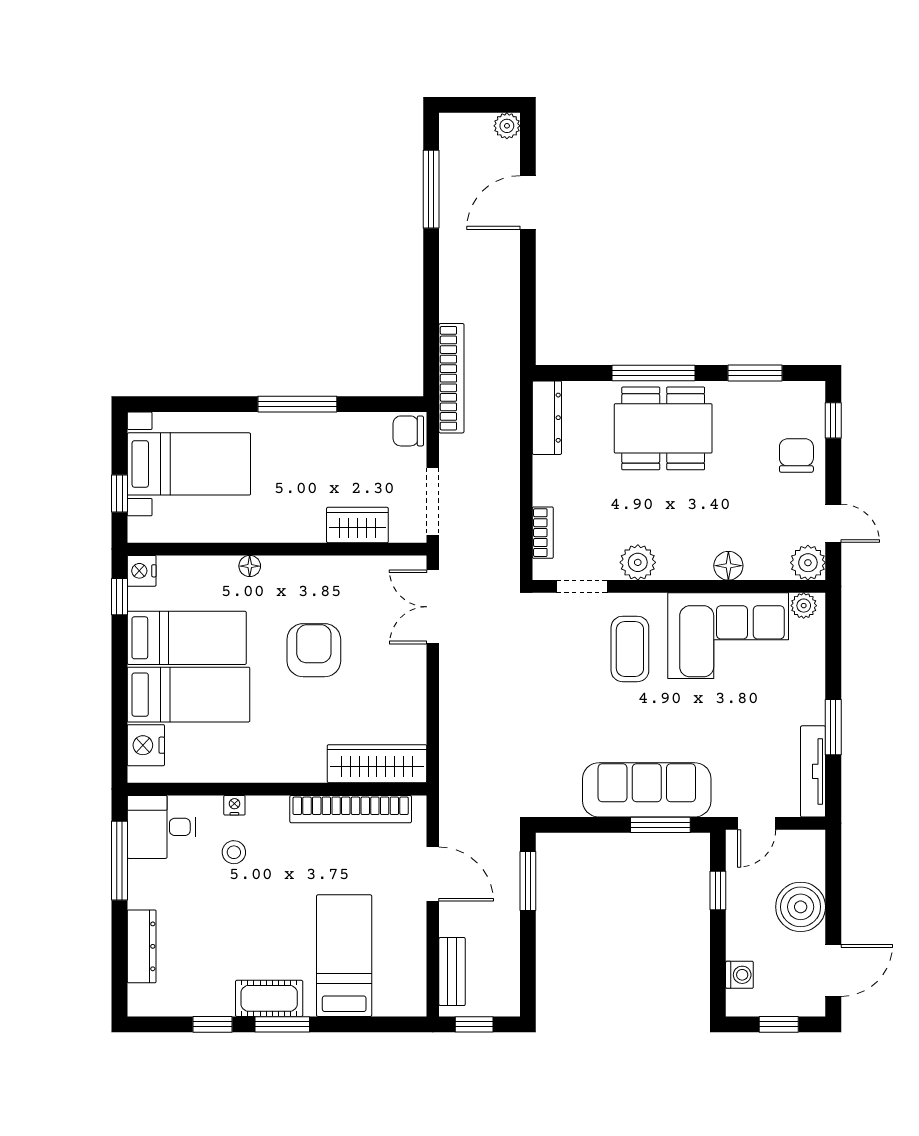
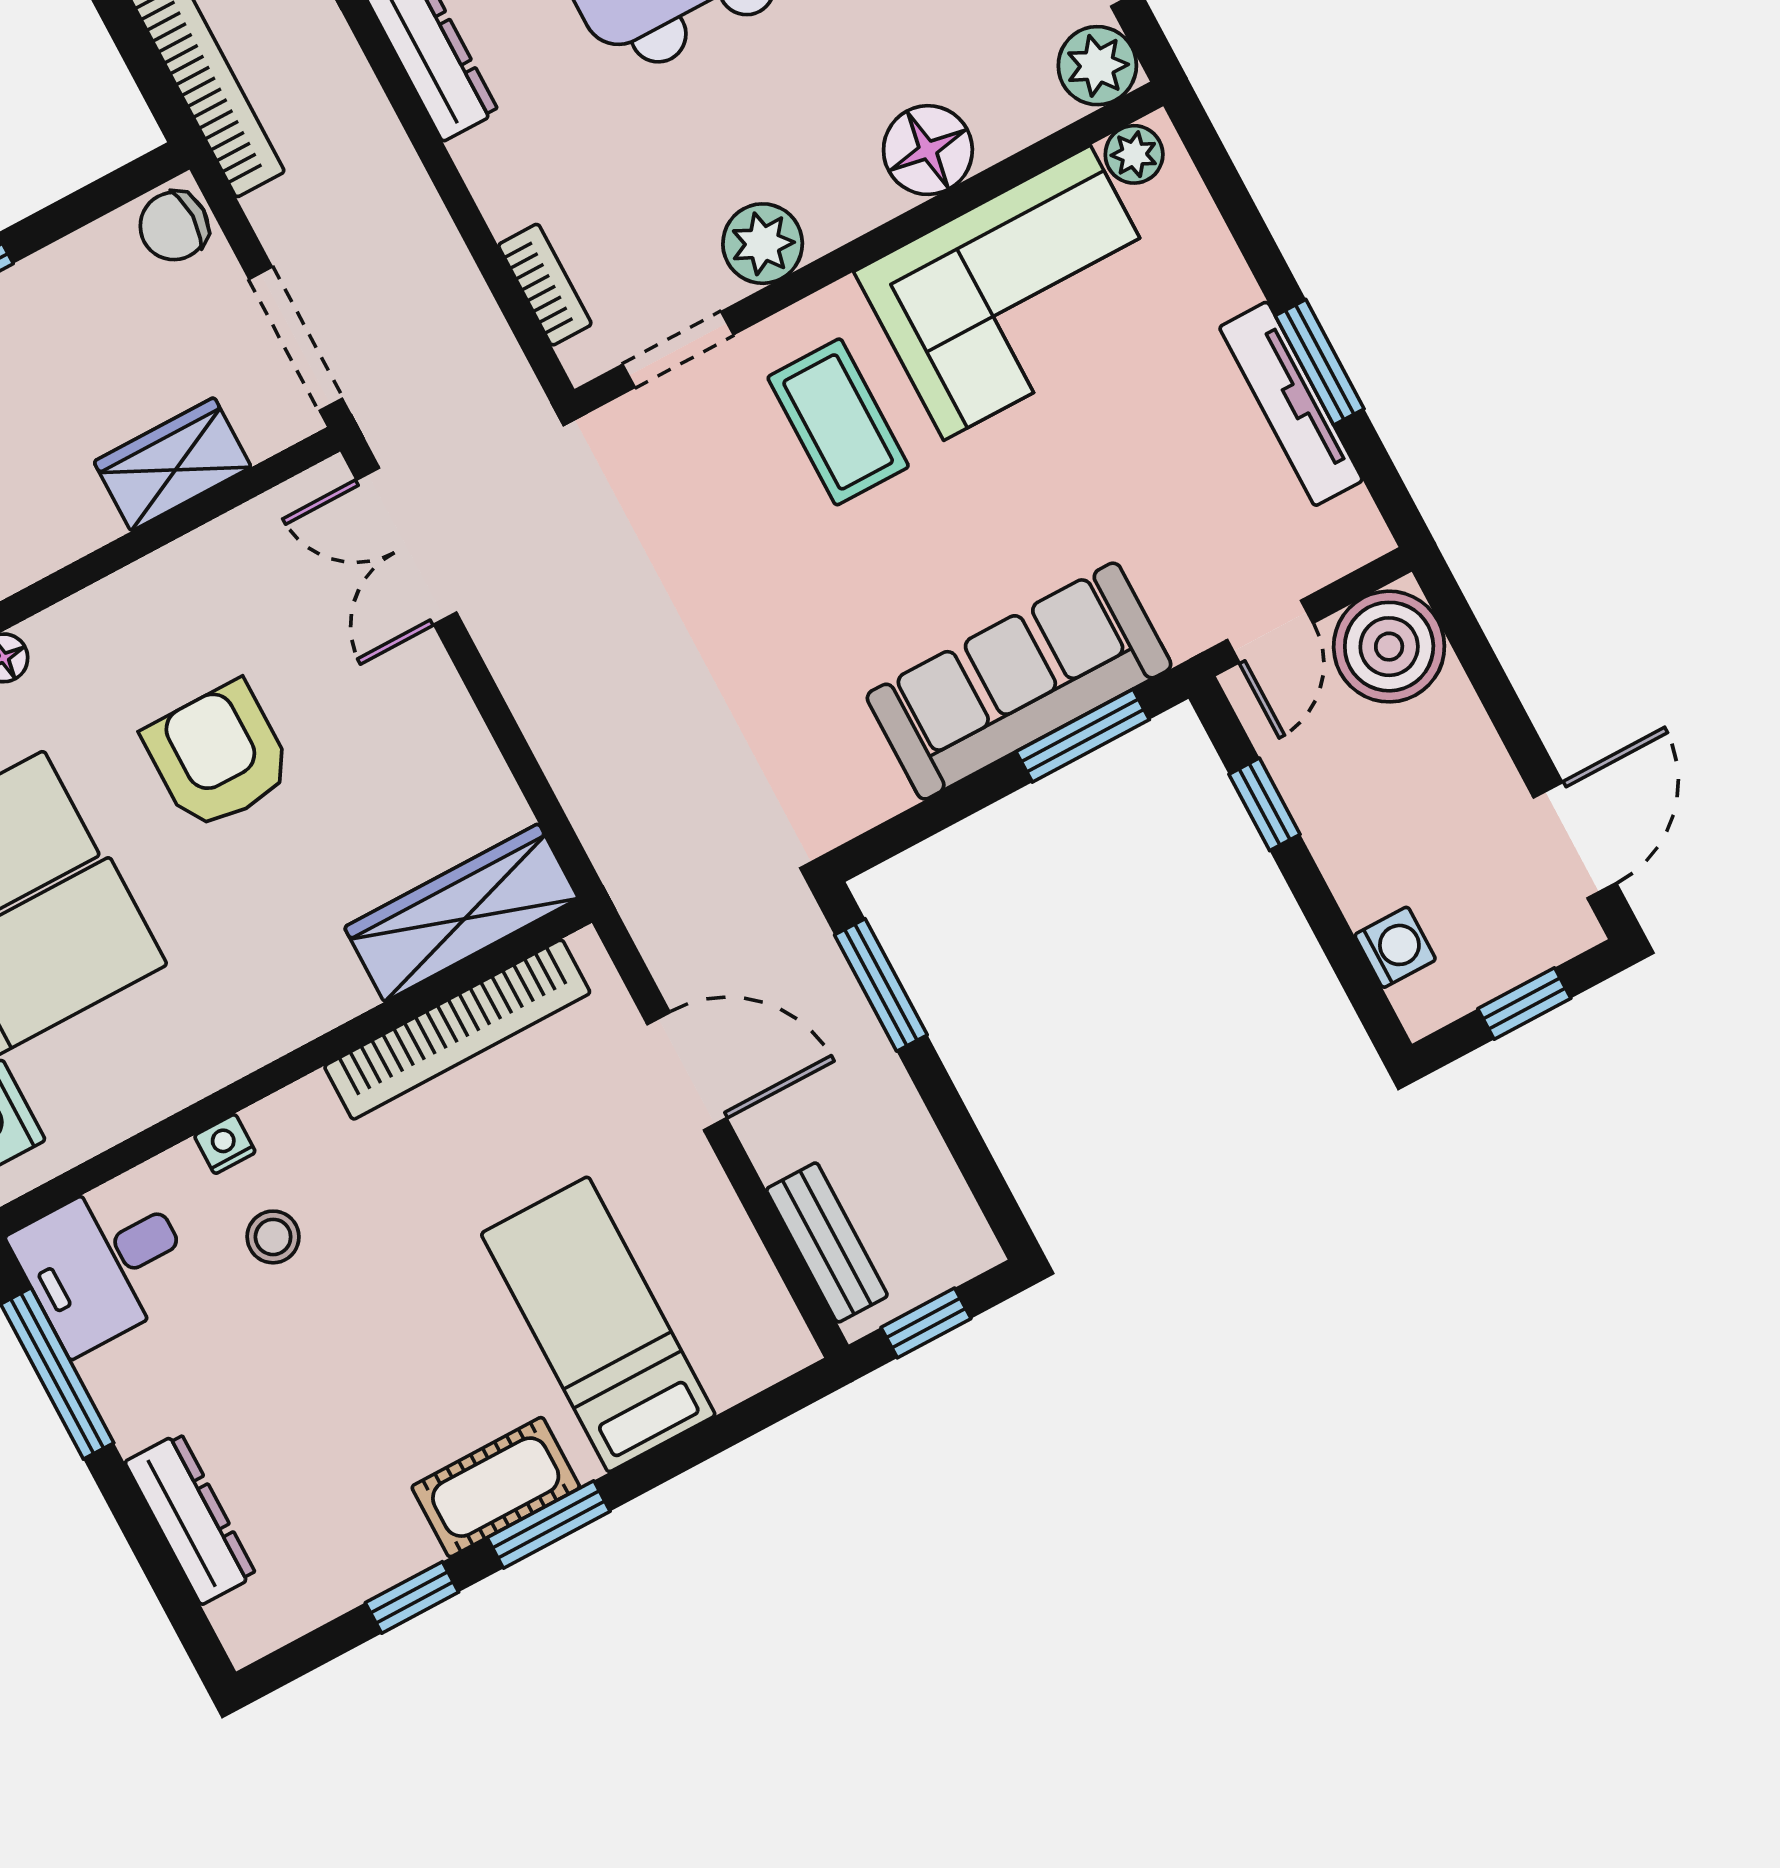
floor lamp: (728, 566) -> (928, 150), width x1.38, depth x1.38
tv unit: (813, 771) -> (1291, 404), moved
boiler: (801, 907) -> (1389, 647), moved

